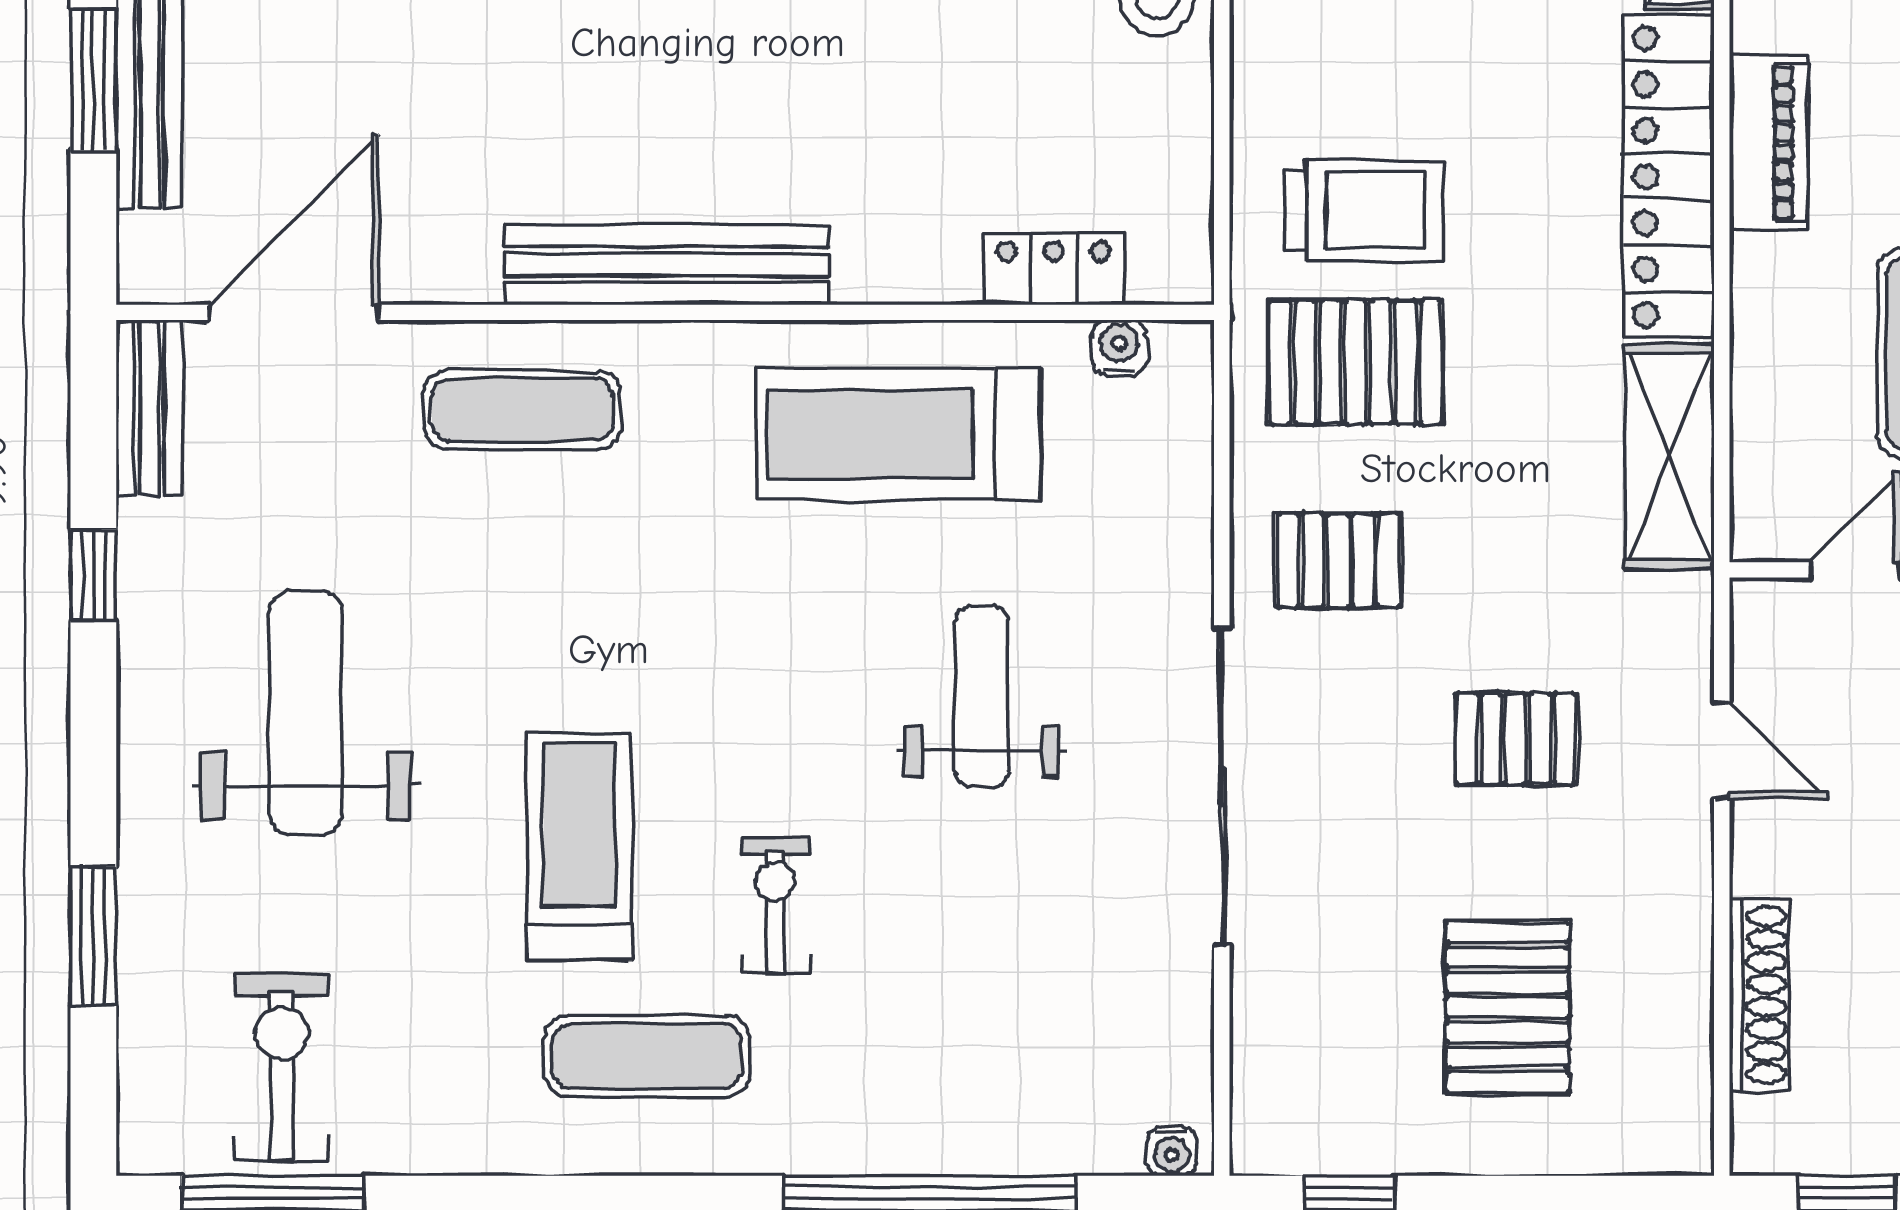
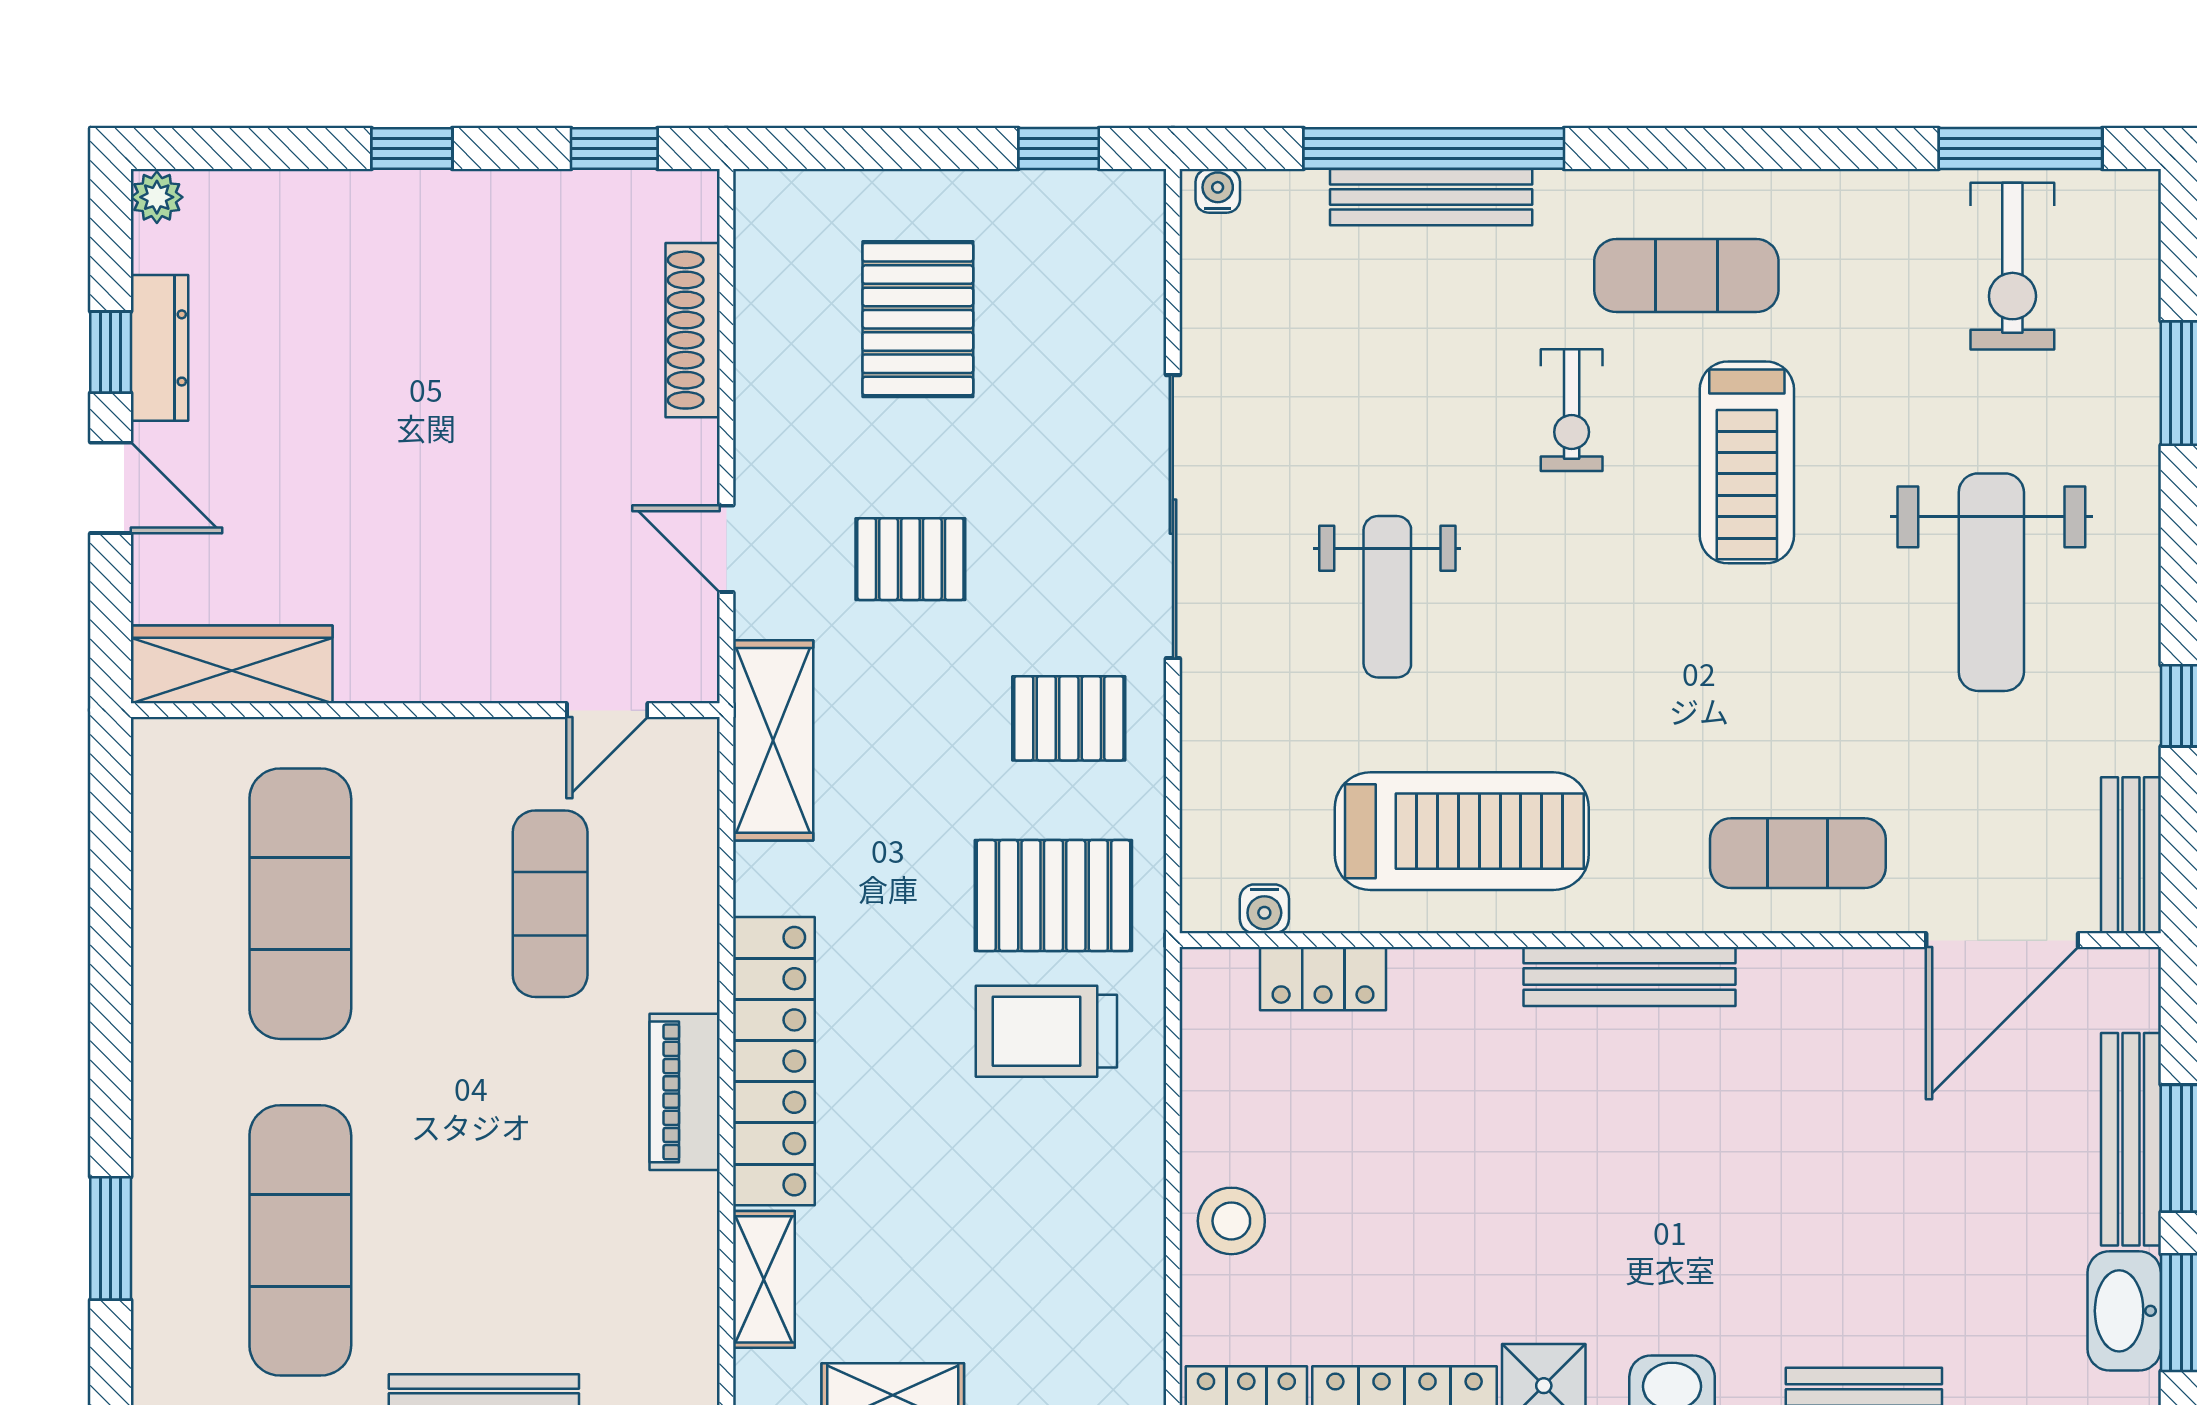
bench: (667, 264) -> (1630, 977), width x0.73, depth x0.82
shelving: (1669, 457) -> (773, 740), moved
bench: (933, 1144) -> (1431, 197), added

